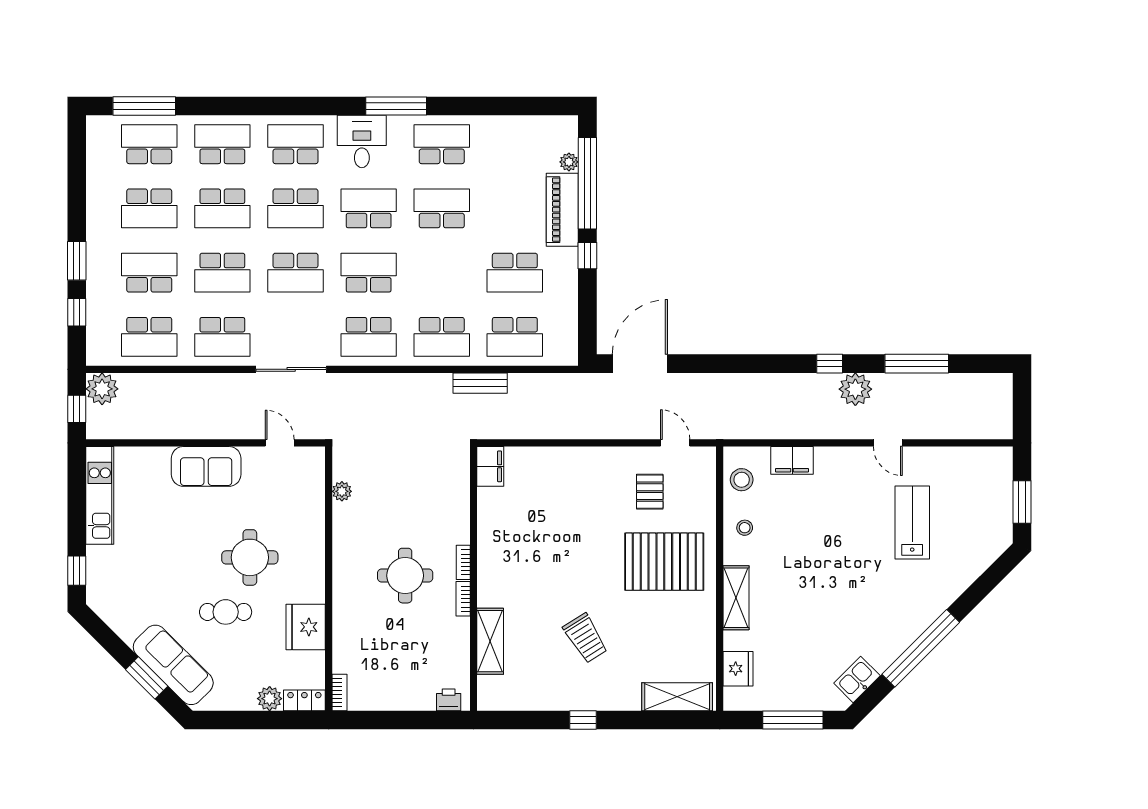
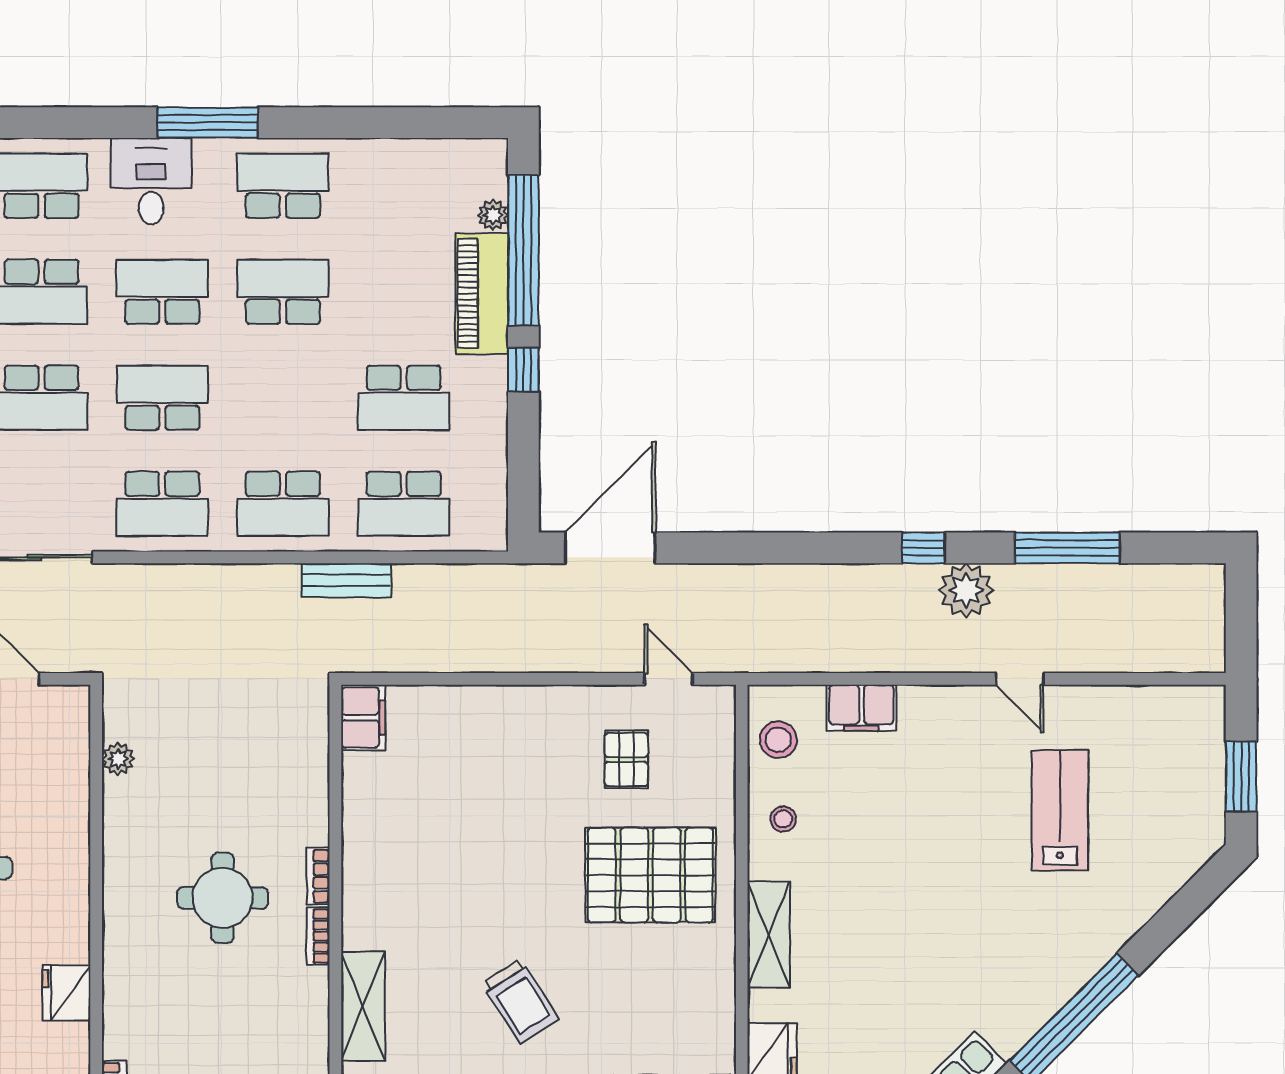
fridge: (306, 627) -> (66, 993), width x0.73, depth x0.75

